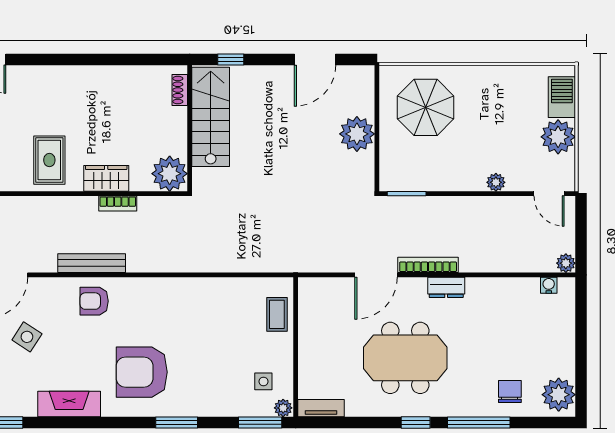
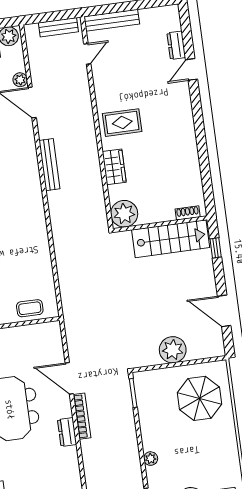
bookcase: (118, 203) -> (97, 178), removed
armchair: (94, 301) -> (21, 170), removed

